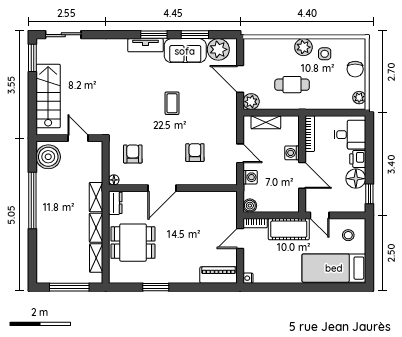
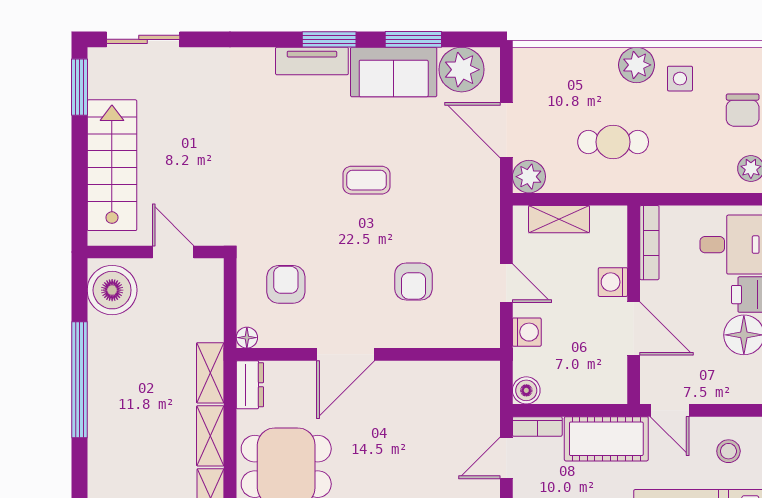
coffee table: (172, 103) -> (367, 180), turned 90
armchair: (195, 153) -> (413, 281), turned 180

